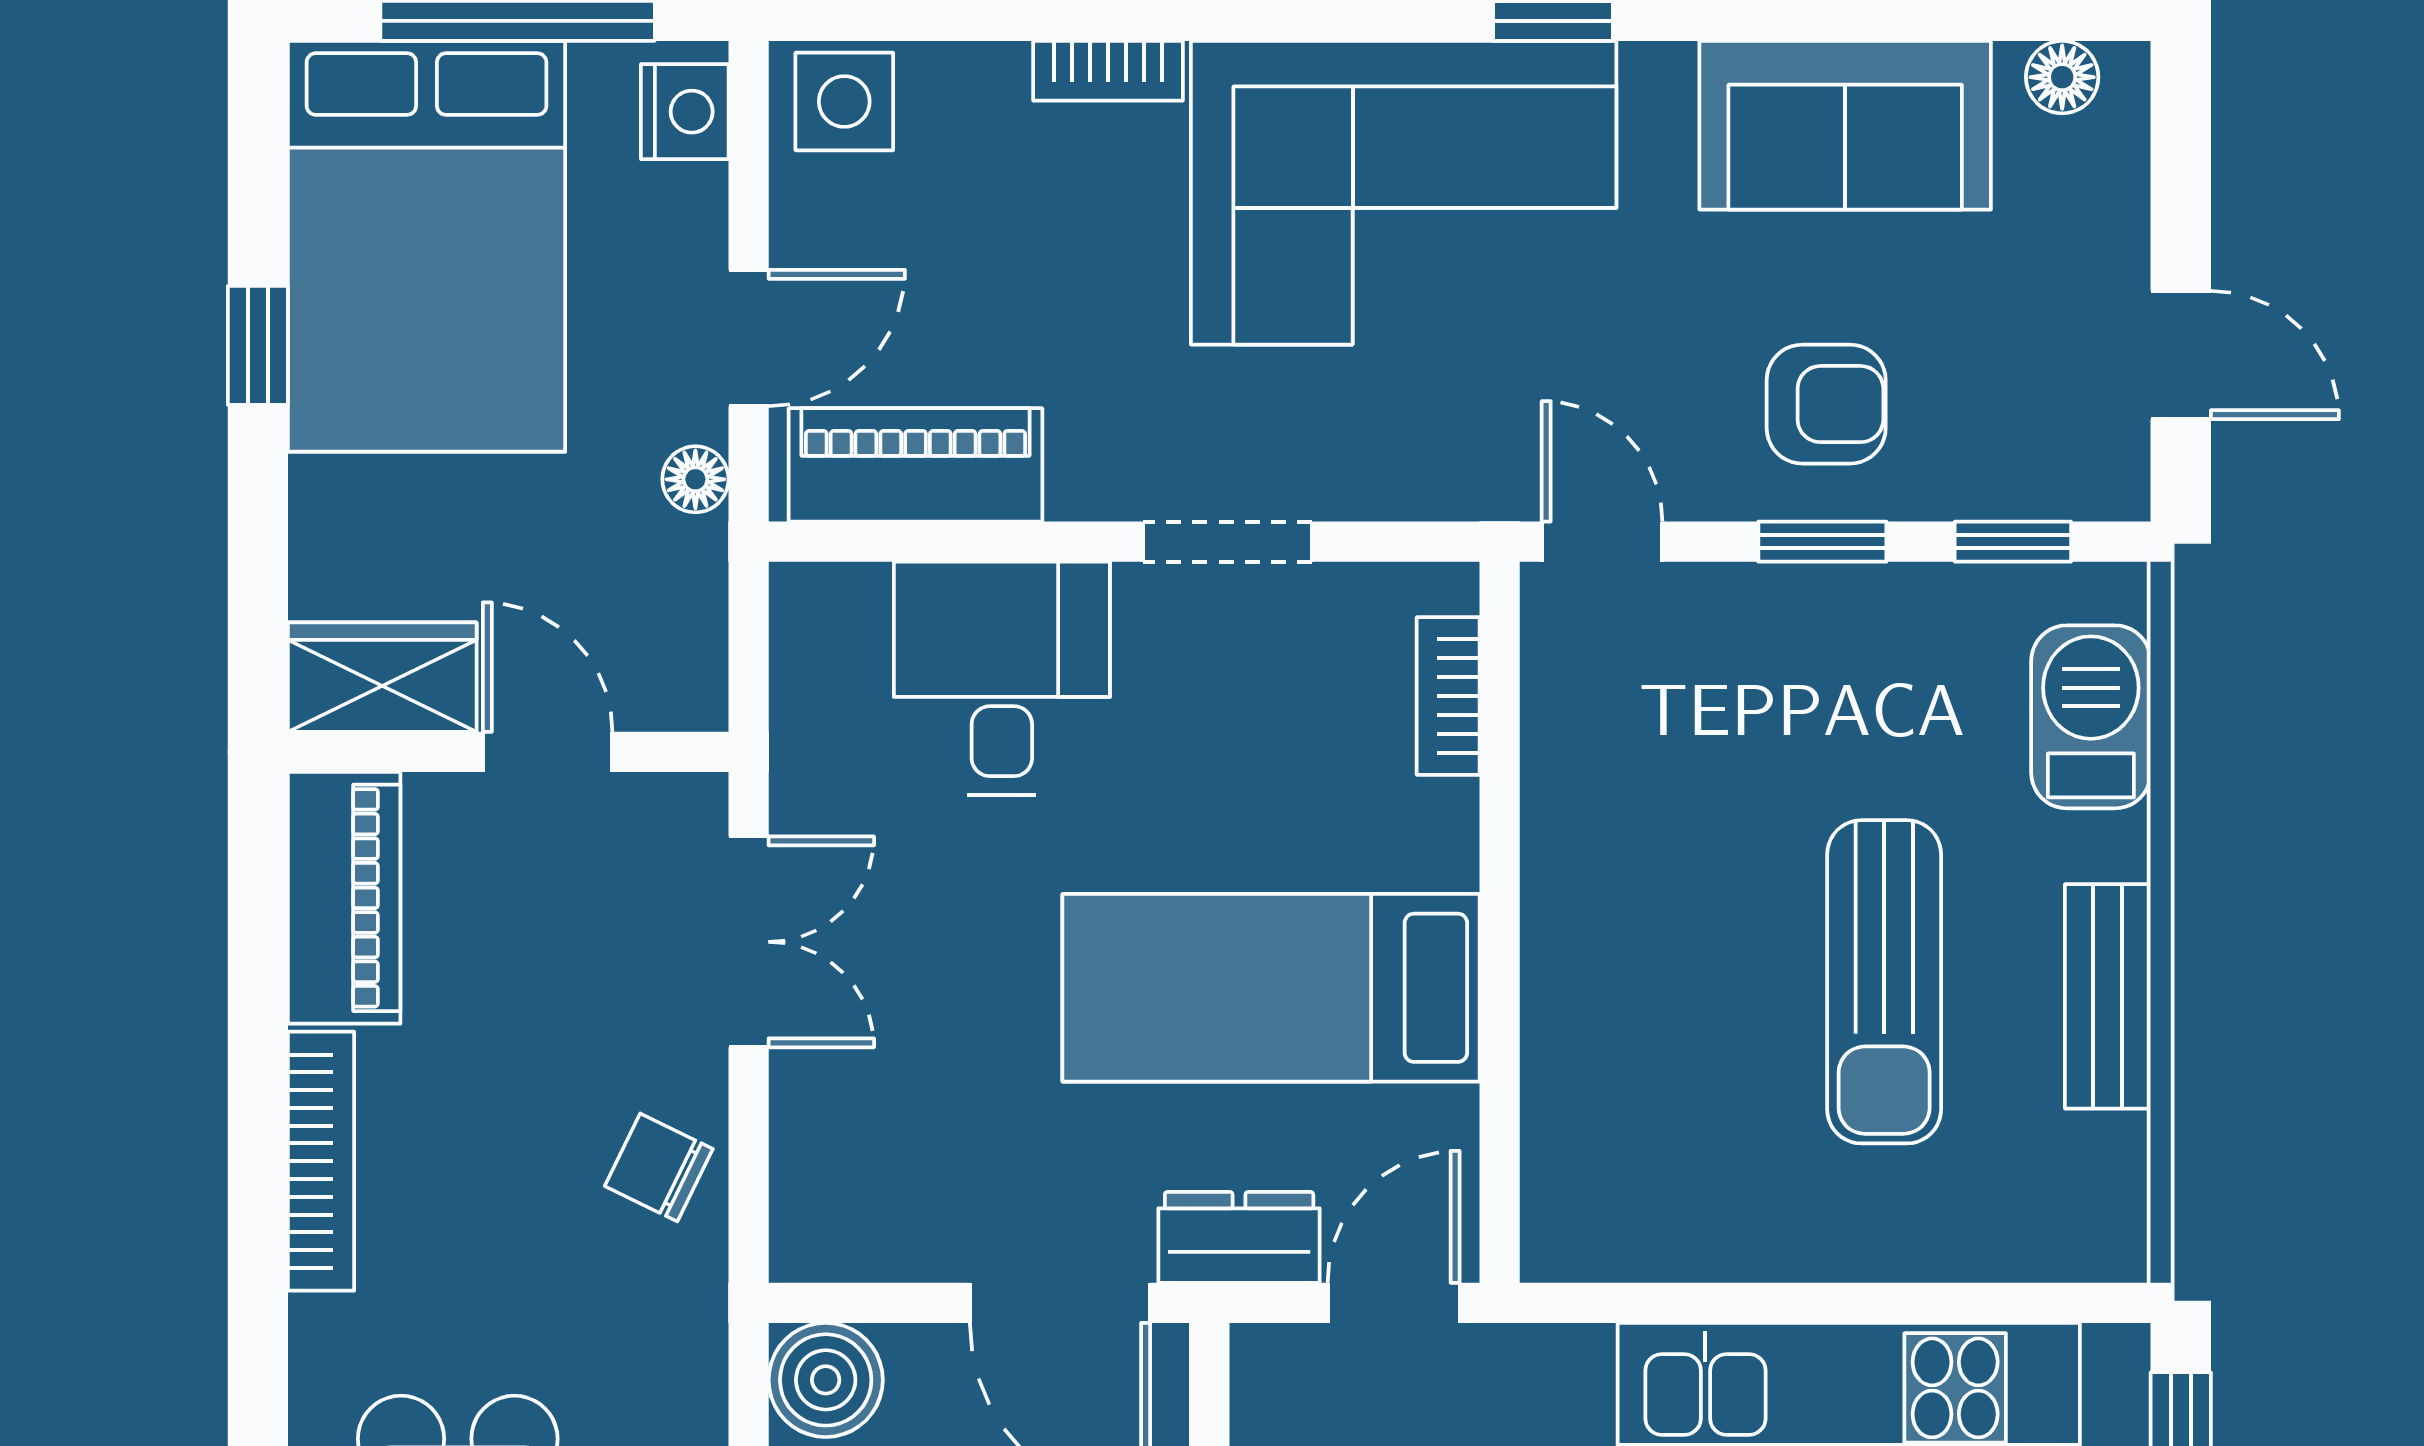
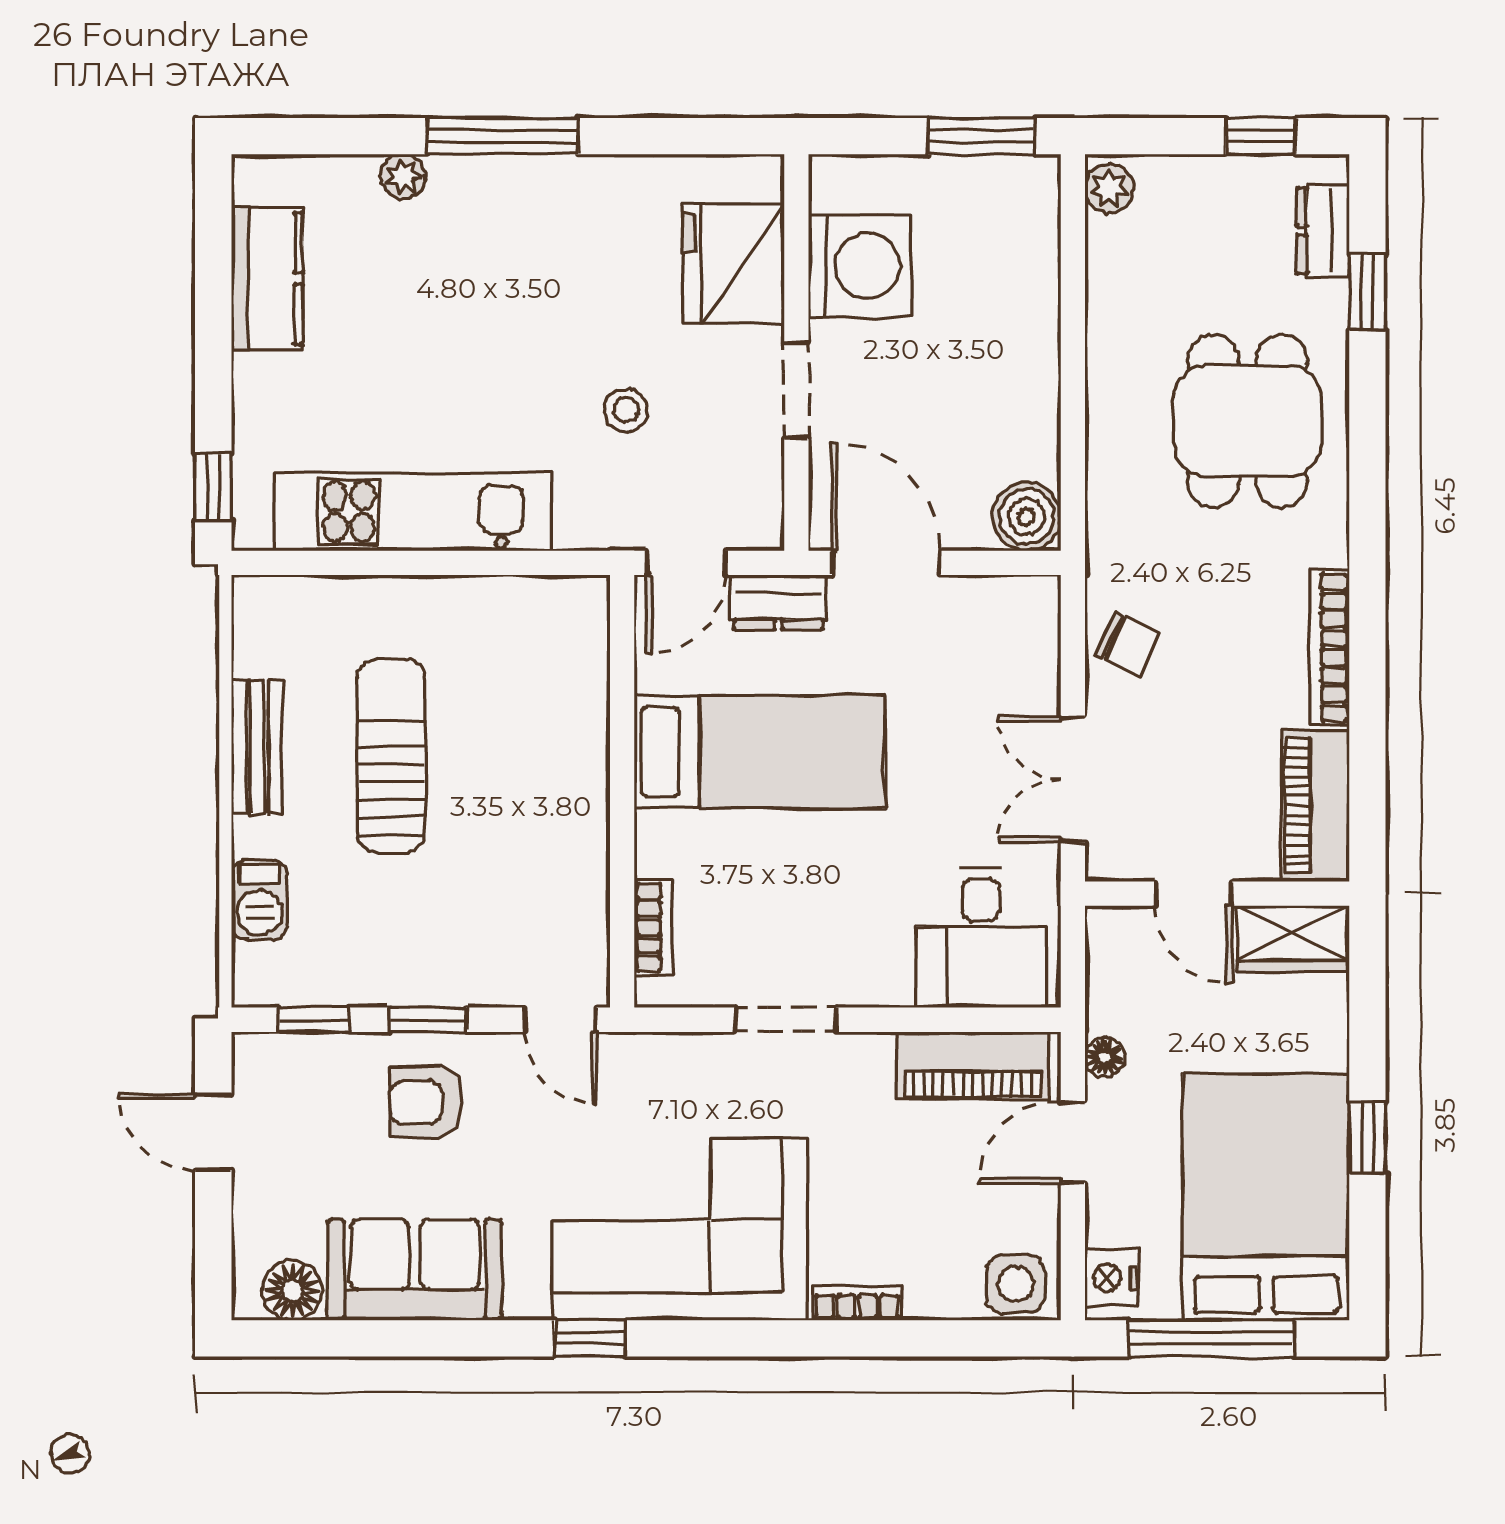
floor lamp: (2062, 77) -> (293, 1290), width x1.37, depth x1.37
desk: (1002, 678) -> (981, 938), moved
barbecue: (2091, 717) -> (260, 900), width x0.73, depth x0.79

